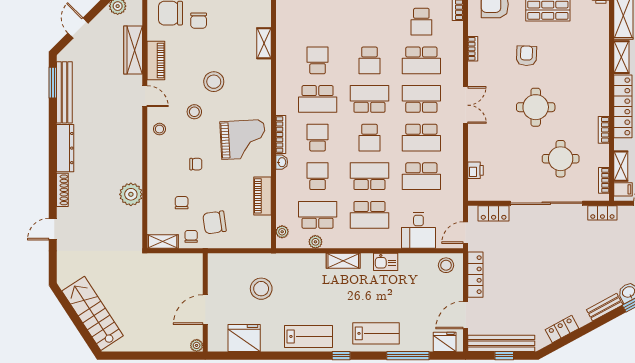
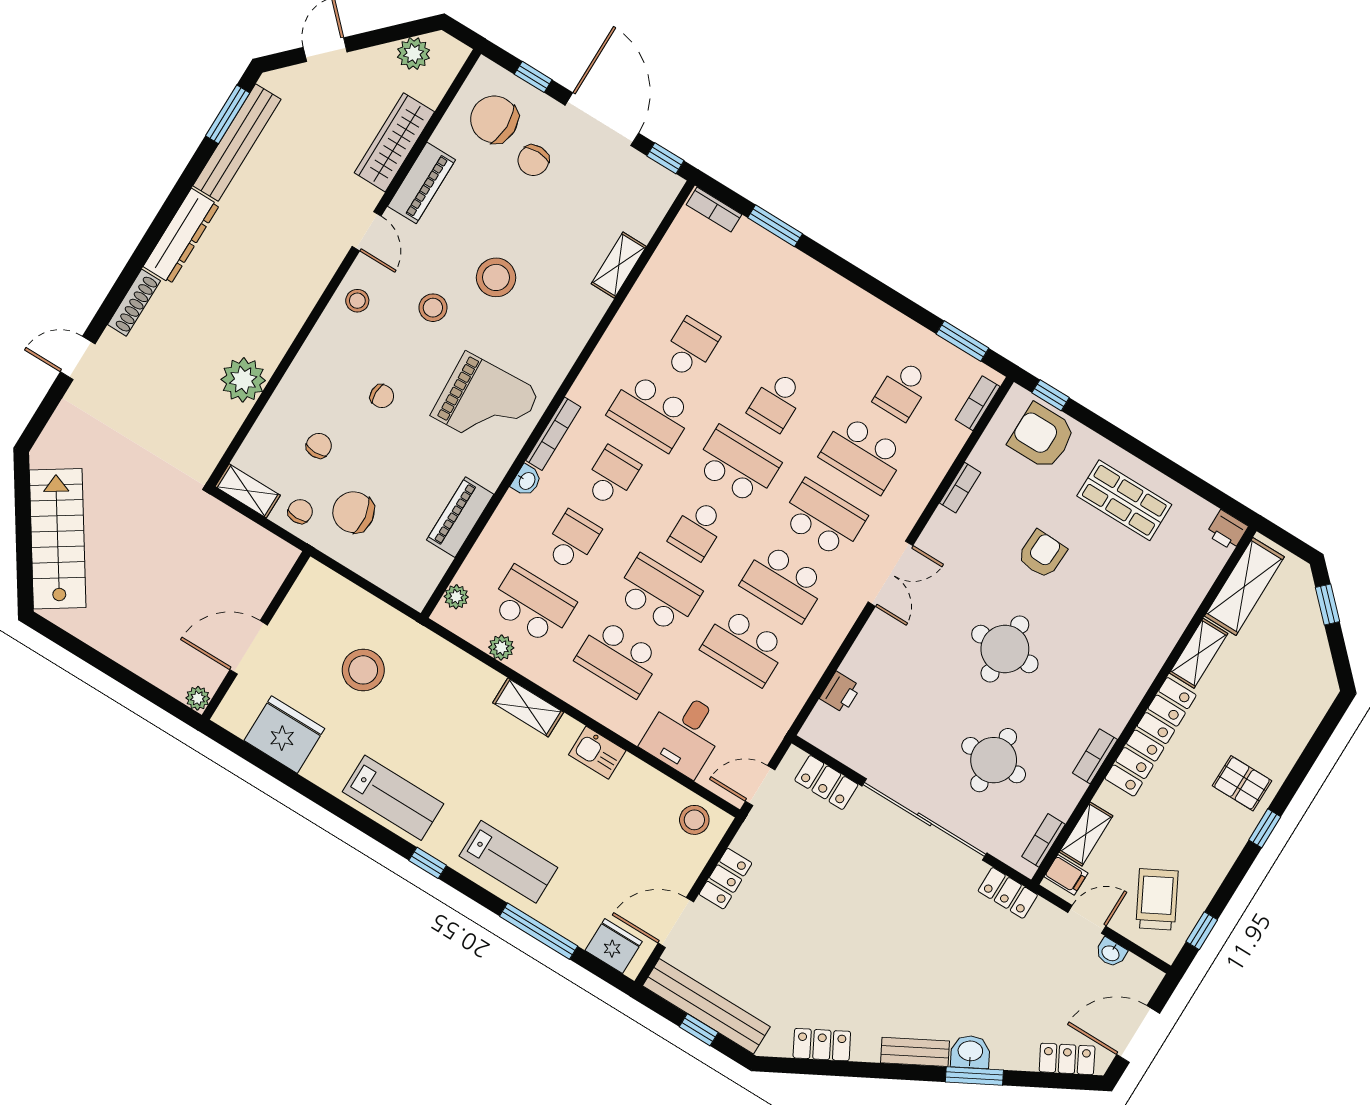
locker: (475, 275) -> (726, 879), width x0.66

